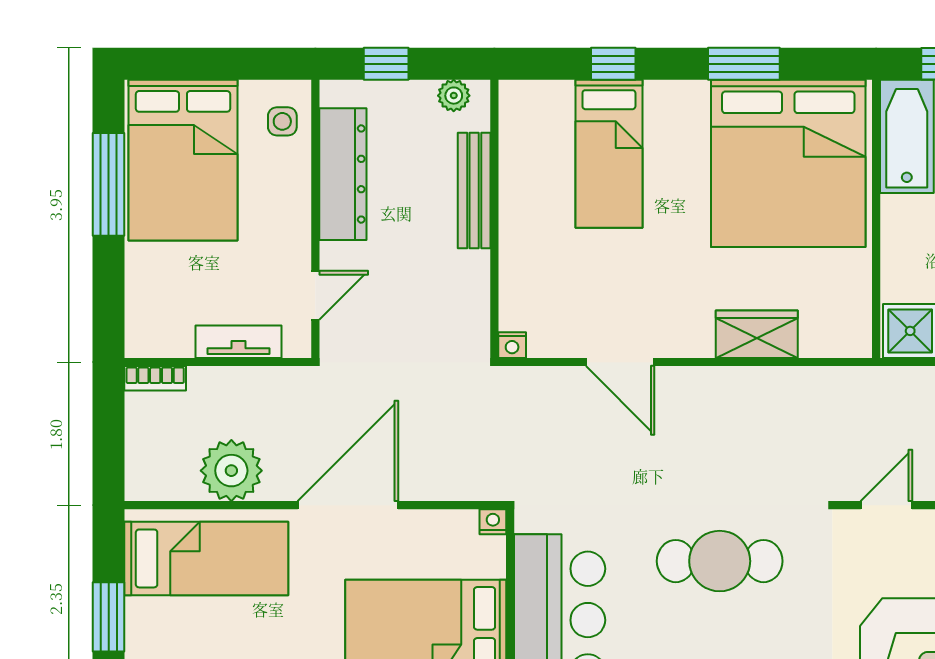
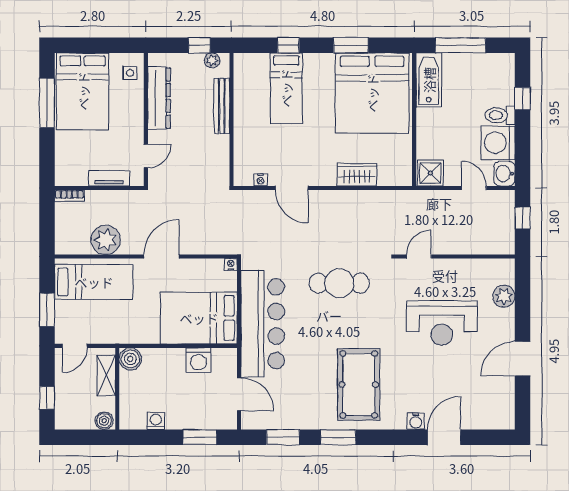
window: (386, 64) -> (199, 45), moved
nightstand: (512, 345) -> (261, 180), moved
door: (348, 505) -> (161, 256), width x0.73

